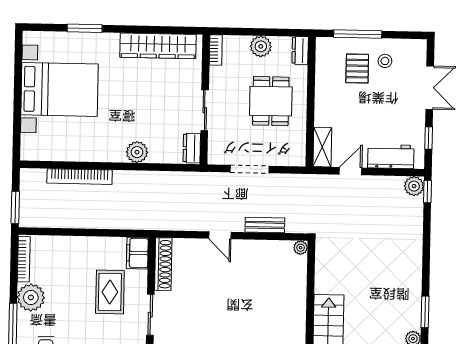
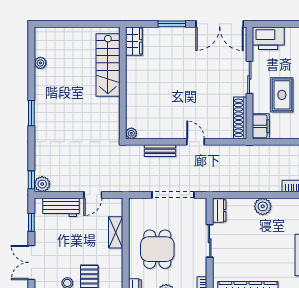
shelving: (322, 147) -> (116, 232), moved
doorway: (250, 169) -> (173, 195), width x1.36
window: (425, 312) -> (31, 113), moved

